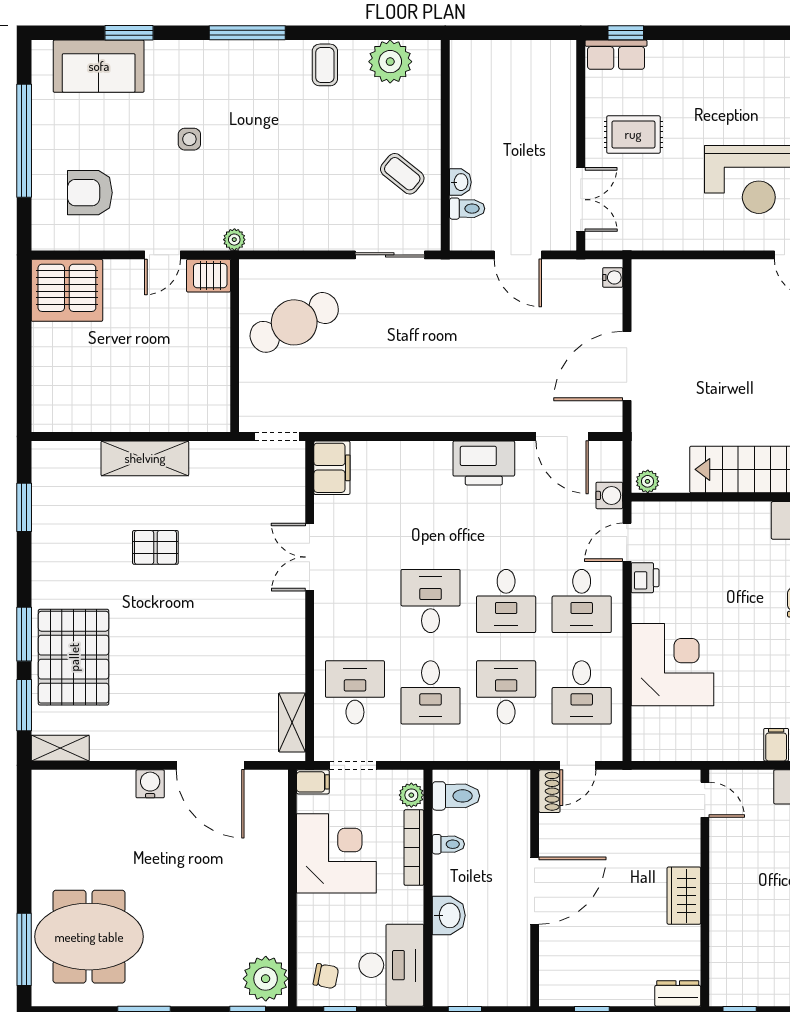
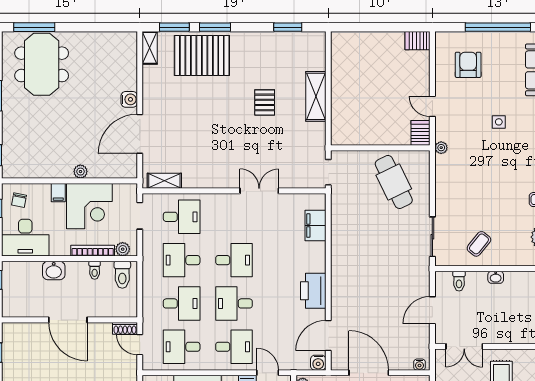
washbasin: (460, 182) -> (496, 277), moved
server rack: (67, 290) -> (418, 41), width x0.46, depth x0.70
filing cabinet: (332, 468) -> (316, 226), moved, turned 90
water cooler: (609, 495) -> (318, 363), moved
desk: (582, 601) -> (234, 347), turned 180
filing cabinet: (313, 782) -> (58, 193), moved
plant: (266, 979) -> (80, 172), moved, width x0.53, depth x0.53

